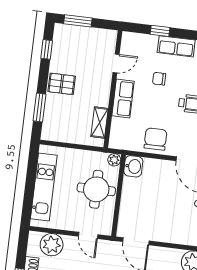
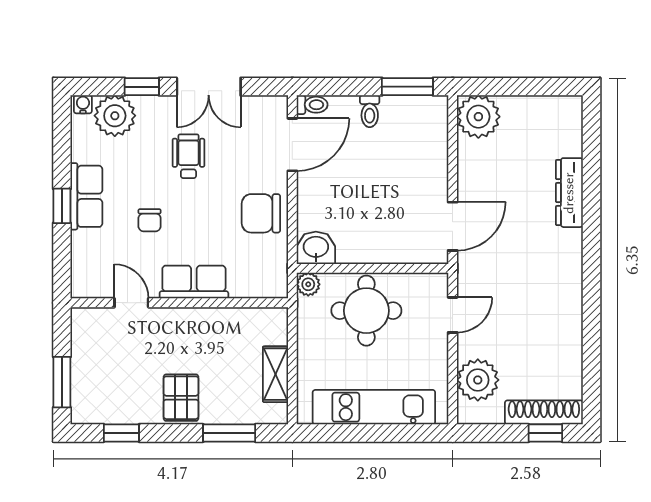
window: (160, 31) -> (62, 206), moved
shelving: (100, 122) -> (275, 374), moved, turned 90

